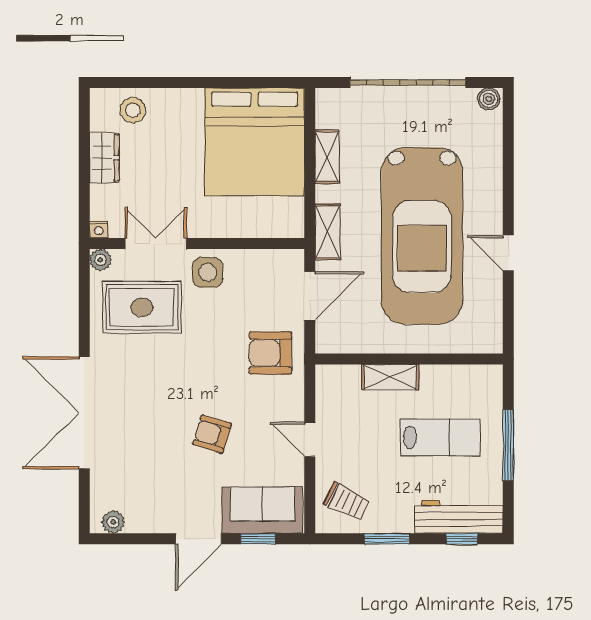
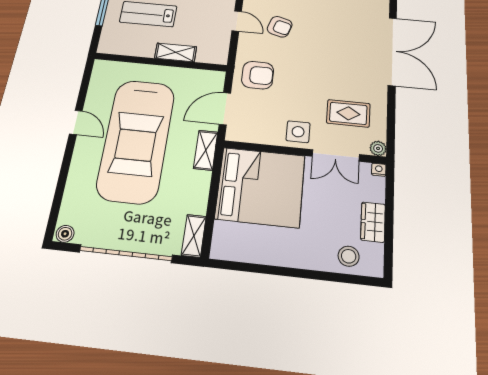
bed: (255, 142) -> (260, 187), moved, turned 90
shelving: (327, 157) -> (194, 236), moved
car: (422, 236) -> (136, 140), turned 180
rug: (142, 307) -> (348, 113), width x0.73, depth x0.70
armchair: (212, 434) -> (280, 27), moved

